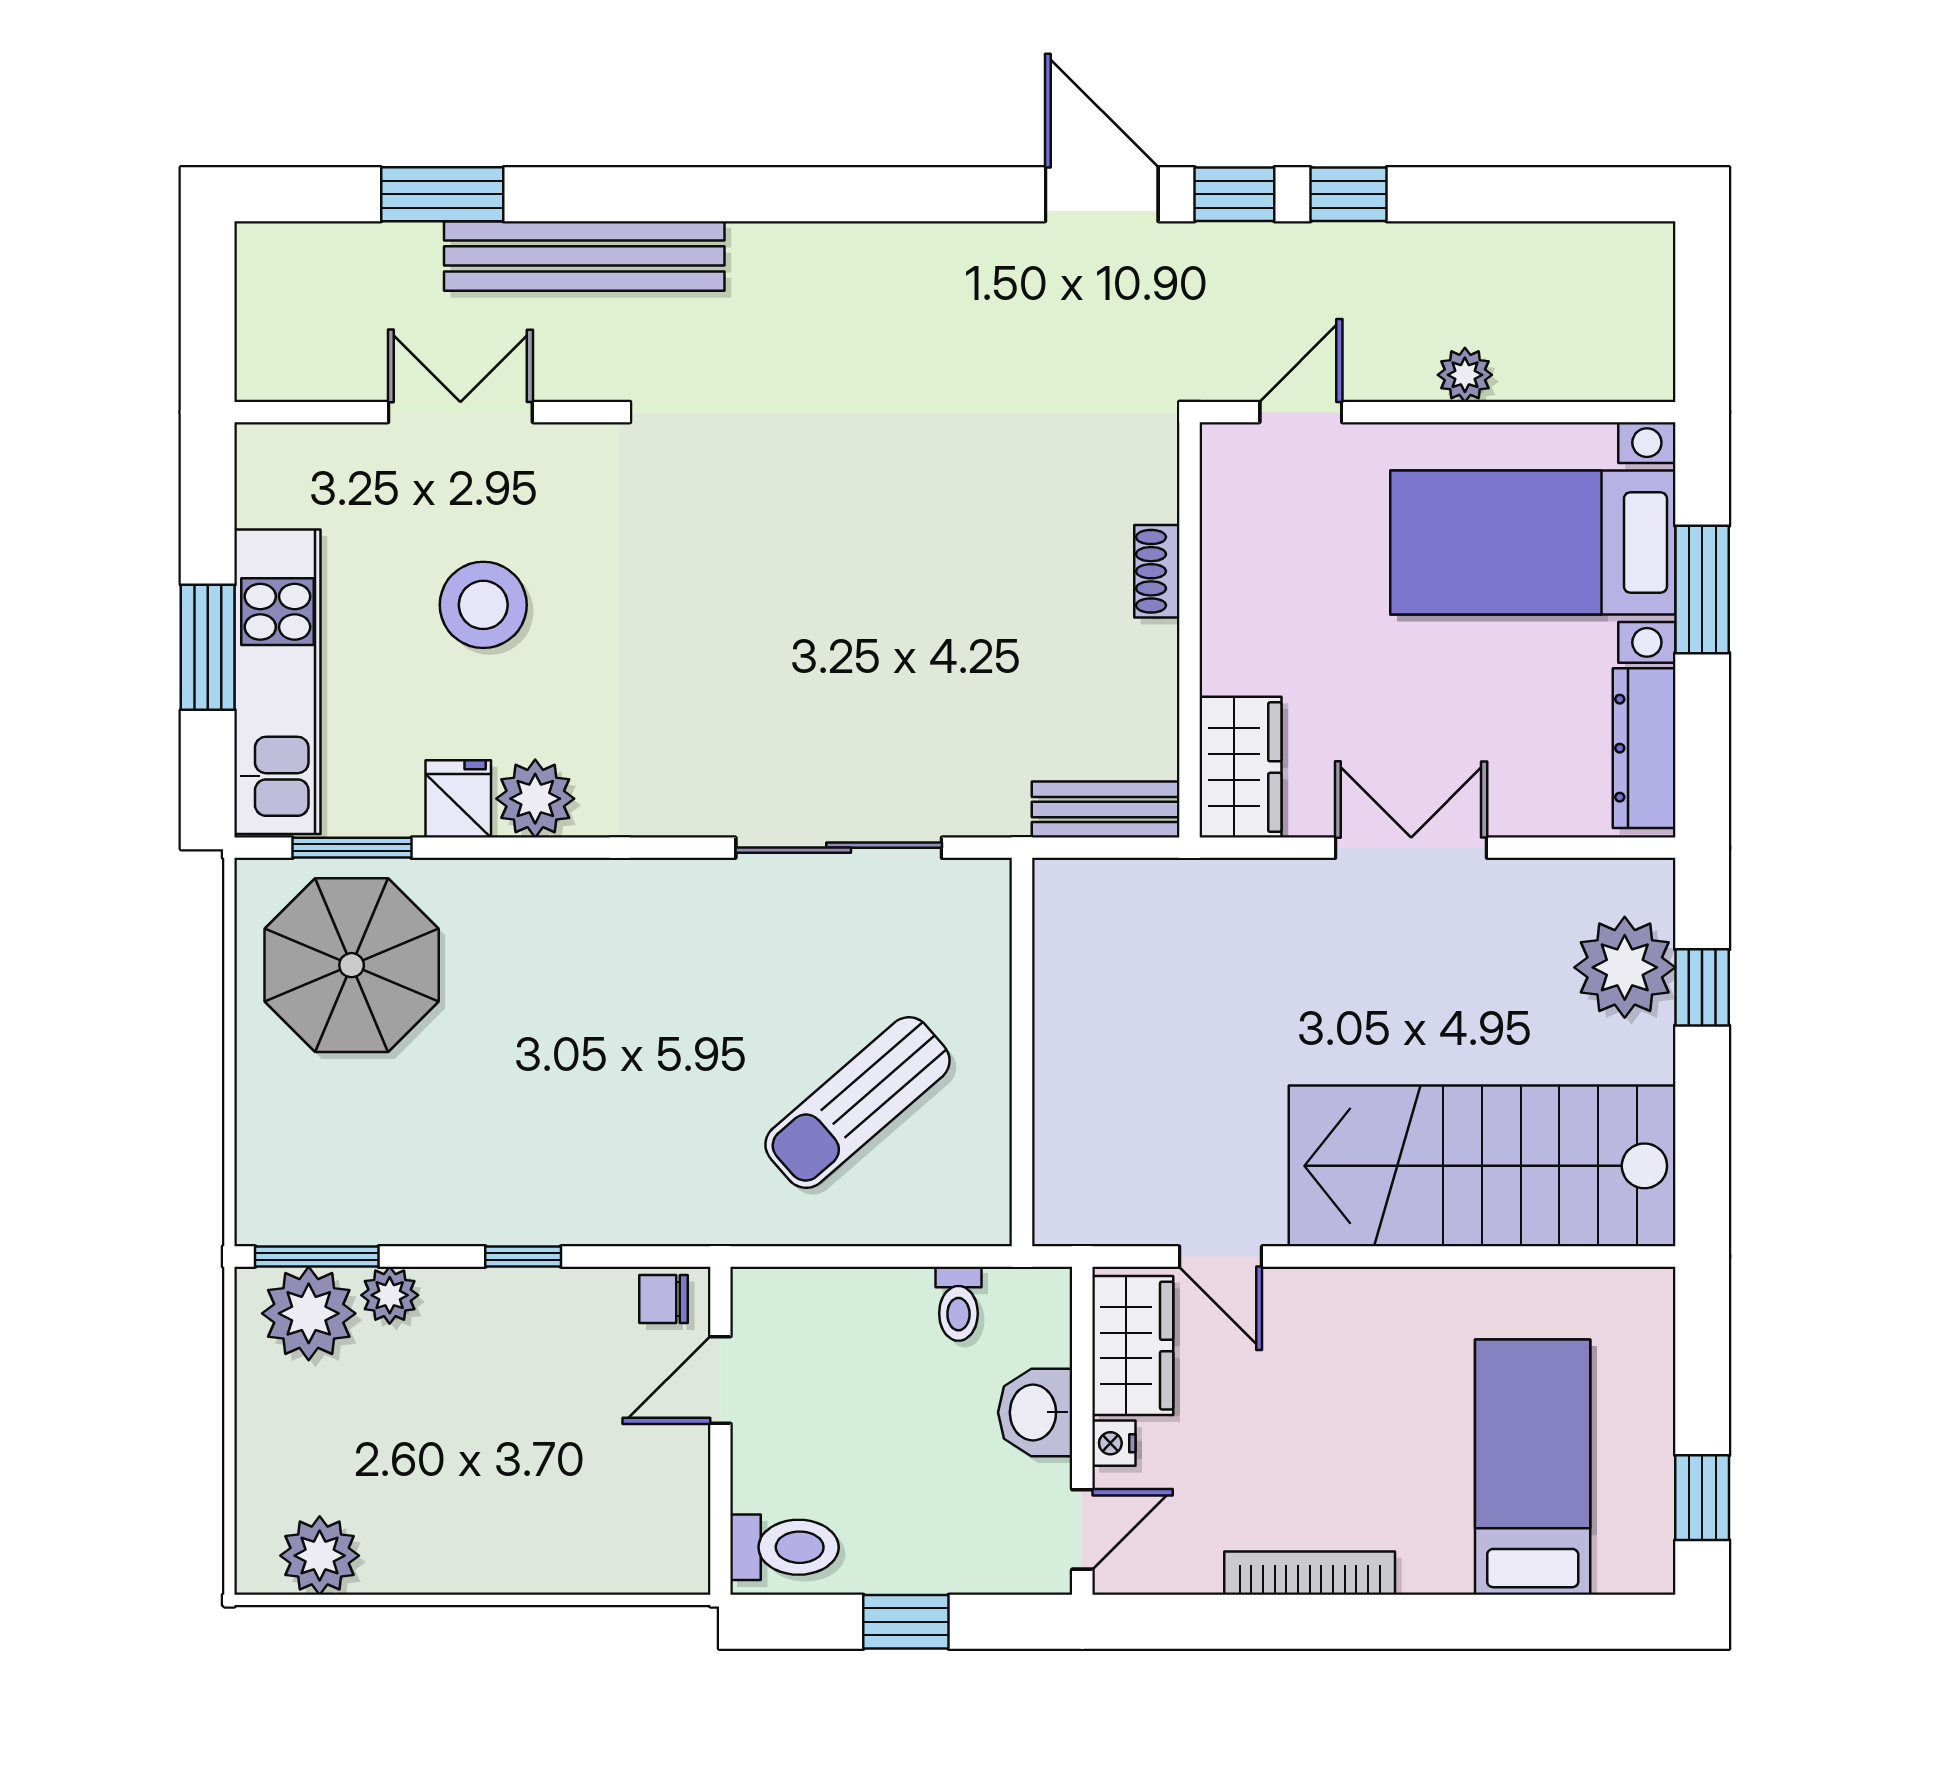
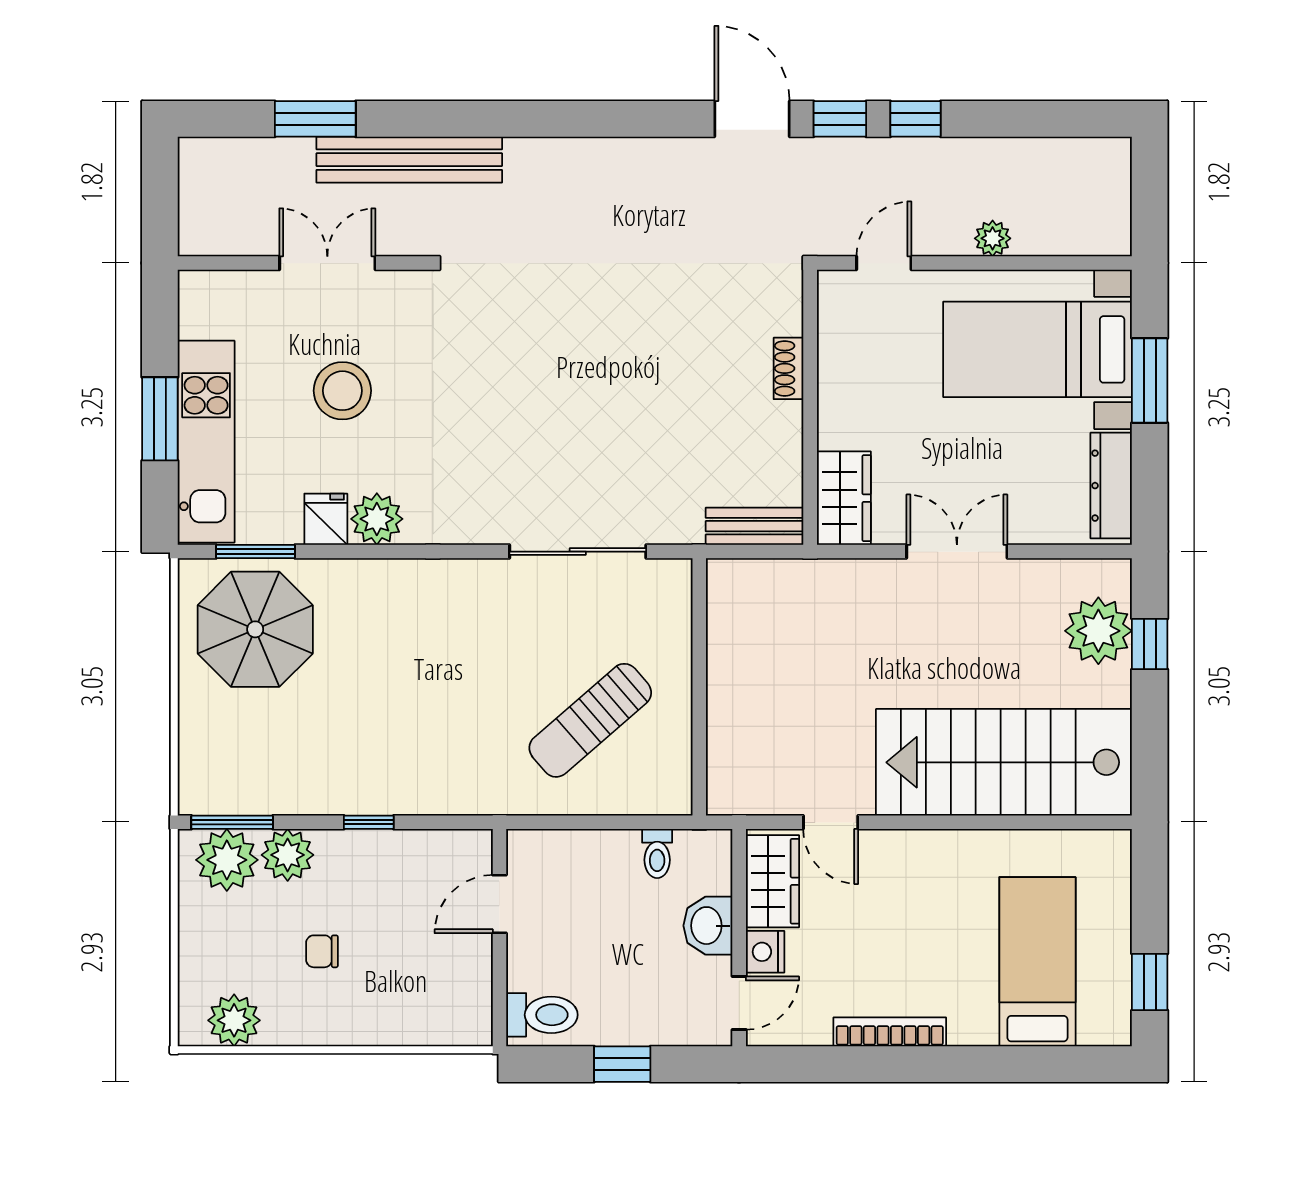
plant: (390, 1295) -> (288, 855), width x1.38, depth x1.38
chair: (663, 1299) -> (322, 951), moved
nightstand: (1114, 1443) -> (765, 952), width x1.39, depth x1.35

